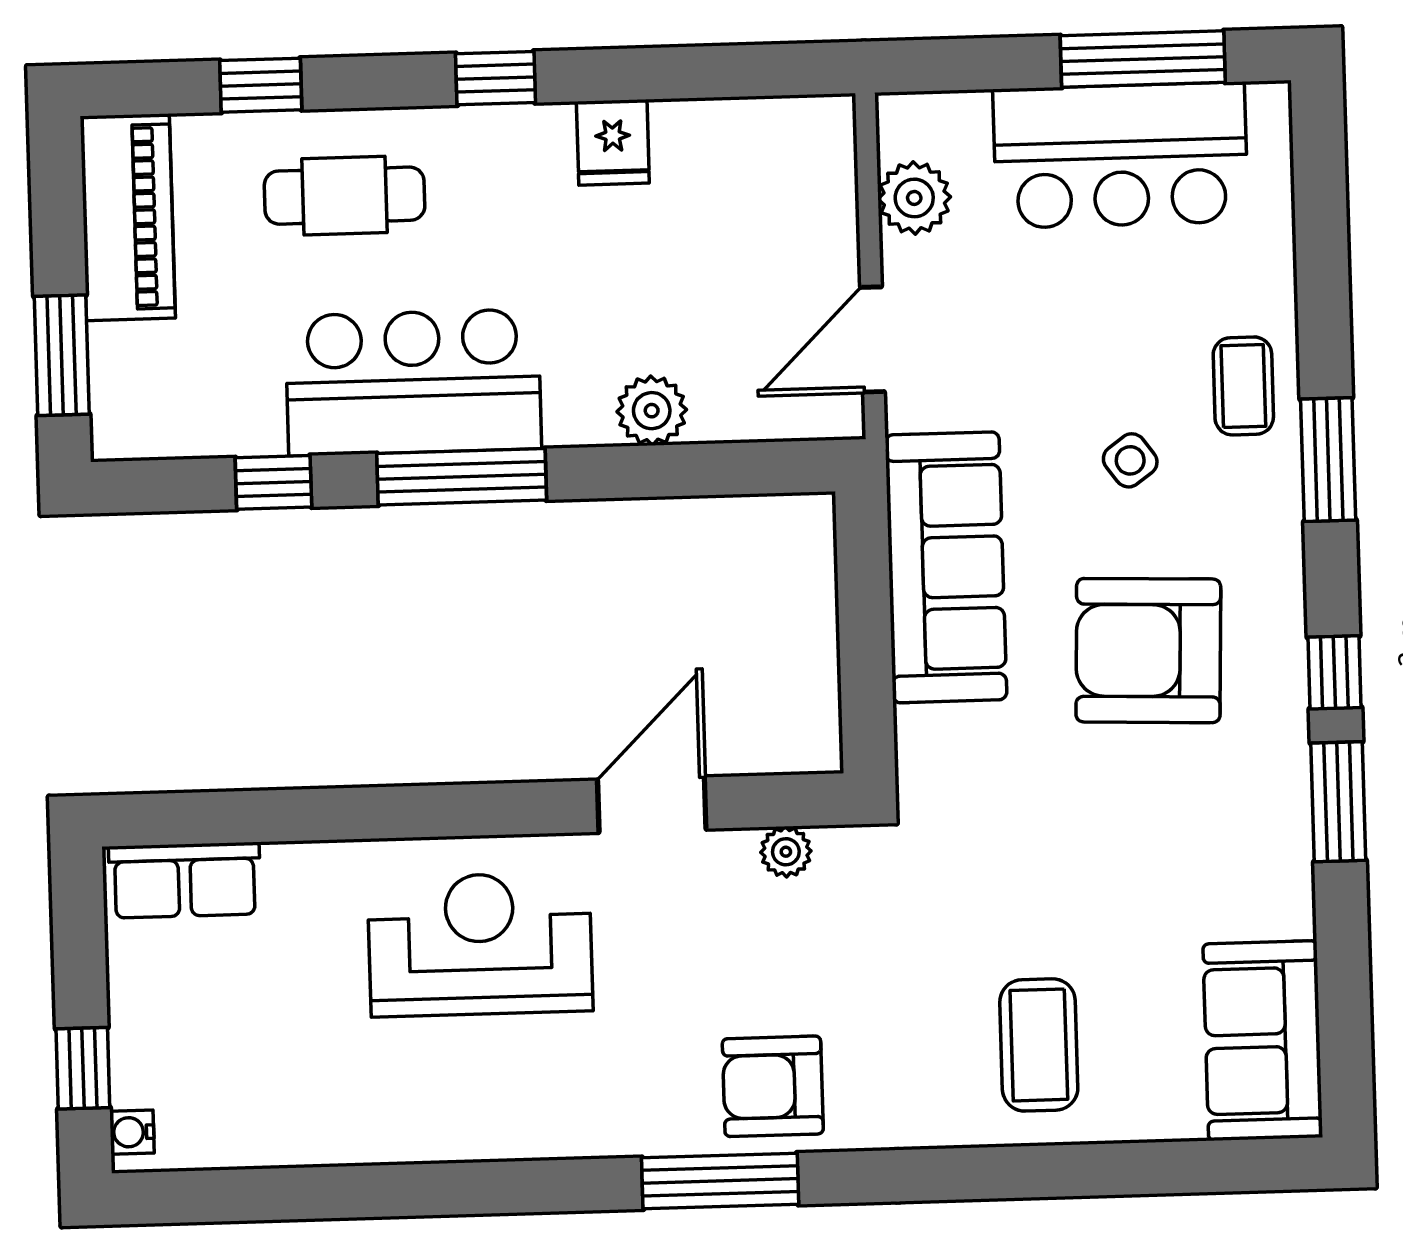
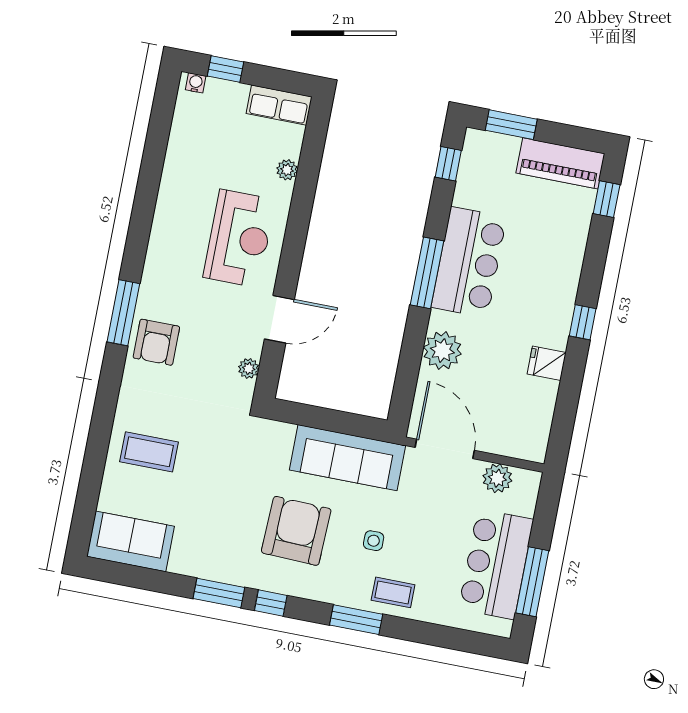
window: (261, 85) -> (607, 199), moved
cafe table: (345, 196) -> (549, 252), removed
door: (872, 340) -> (445, 449), width x1.36
plant: (652, 411) -> (442, 351), width x1.36, depth x1.36
side table: (1130, 460) -> (374, 541), turned 36
window: (273, 482) -> (448, 164), moved
door: (652, 805) -> (279, 319), hinge flipped
plant: (290, 867) -> (287, 170), added
row of seats: (185, 880) -> (279, 105), moved, turned -90
armchair: (773, 1086) -> (156, 342), turned 180

